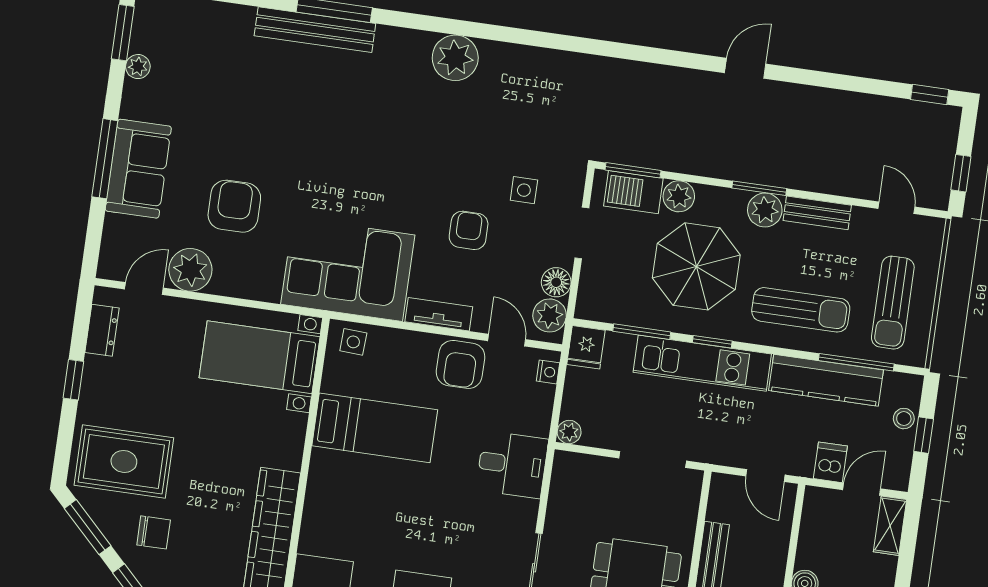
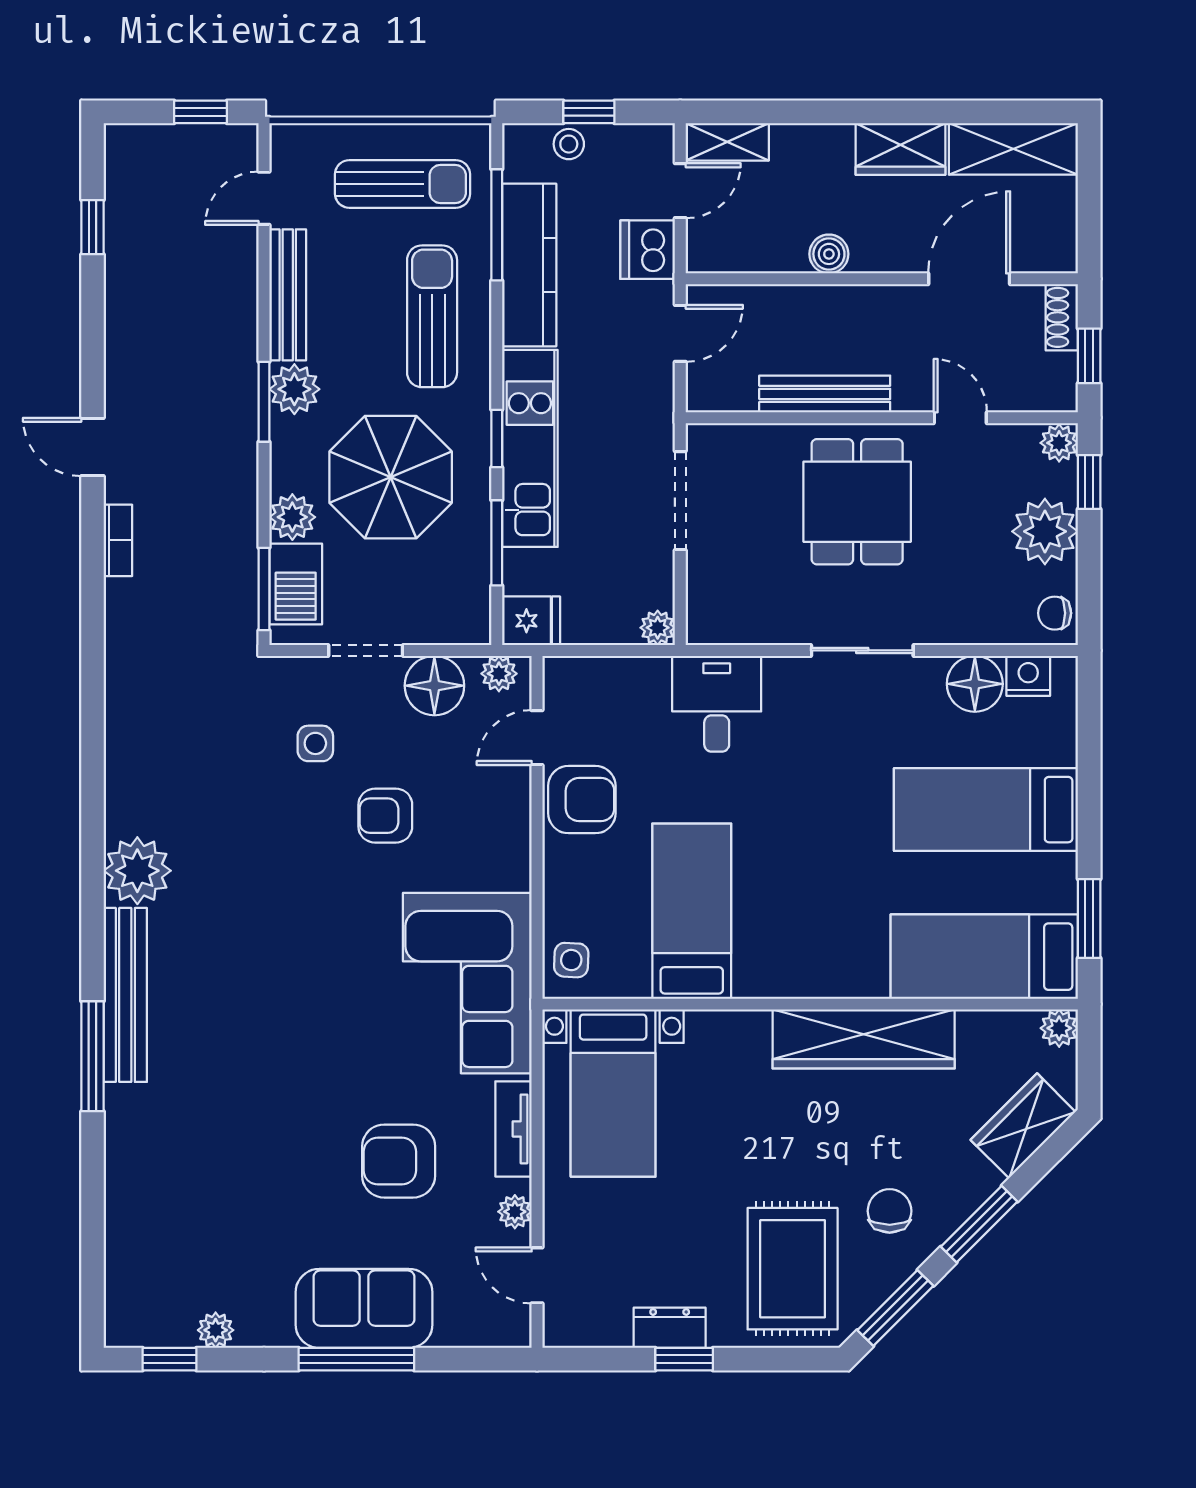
bench: (315, 30) -> (125, 995), moved
window: (123, 33) -> (169, 1359), width x0.67
bookcase: (680, 76) -> (118, 540), added
window: (930, 95) -> (92, 227), moved
bench: (817, 213) -> (288, 295), width x1.36
plant: (190, 270) -> (515, 1212), width x0.53, depth x0.53
floor lamp: (556, 282) -> (434, 686), width x1.38, depth x1.38
tv unit: (439, 314) -> (513, 1129), moved
plant: (550, 315) -> (499, 674), width x0.73, depth x0.73
dresser: (102, 330) -> (670, 1328), moved
nightstand: (548, 372) -> (575, 671), removed
dishwasher: (830, 462) -> (648, 250), width x1.38
door: (862, 489) -> (680, 191), swing flipped

